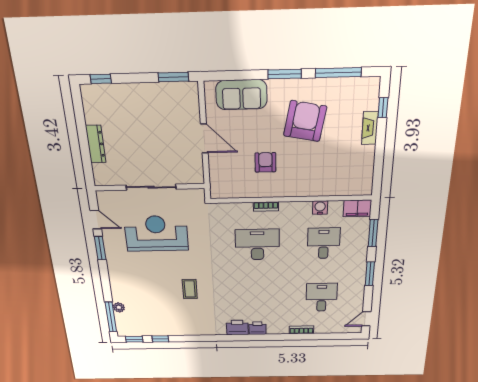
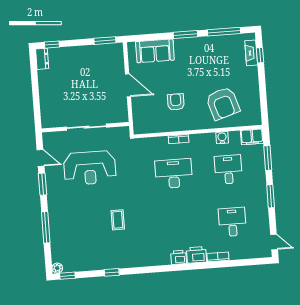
armchair: (305, 121) -> (223, 103), moved, turned 152
fireplace: (370, 128) -> (251, 53), moved
dresser: (96, 144) -> (42, 59), moved, width x0.70
reception desk: (156, 234) -> (90, 168), turned 180
plant: (119, 307) -> (57, 268), moved
window: (111, 317) -> (46, 227), moved
door: (366, 319) -> (274, 242), swing flipped
printer: (237, 327) -> (196, 255), moved
window: (160, 339) -> (112, 272), moved

